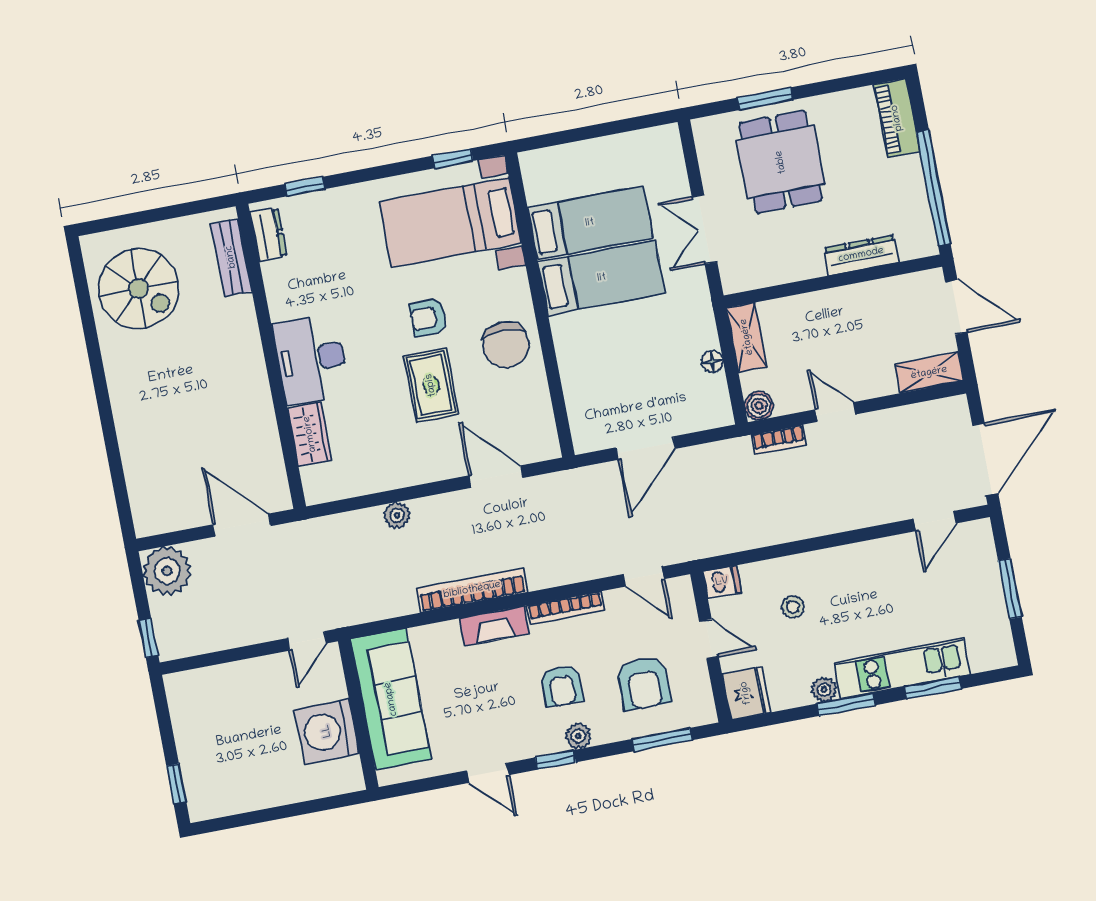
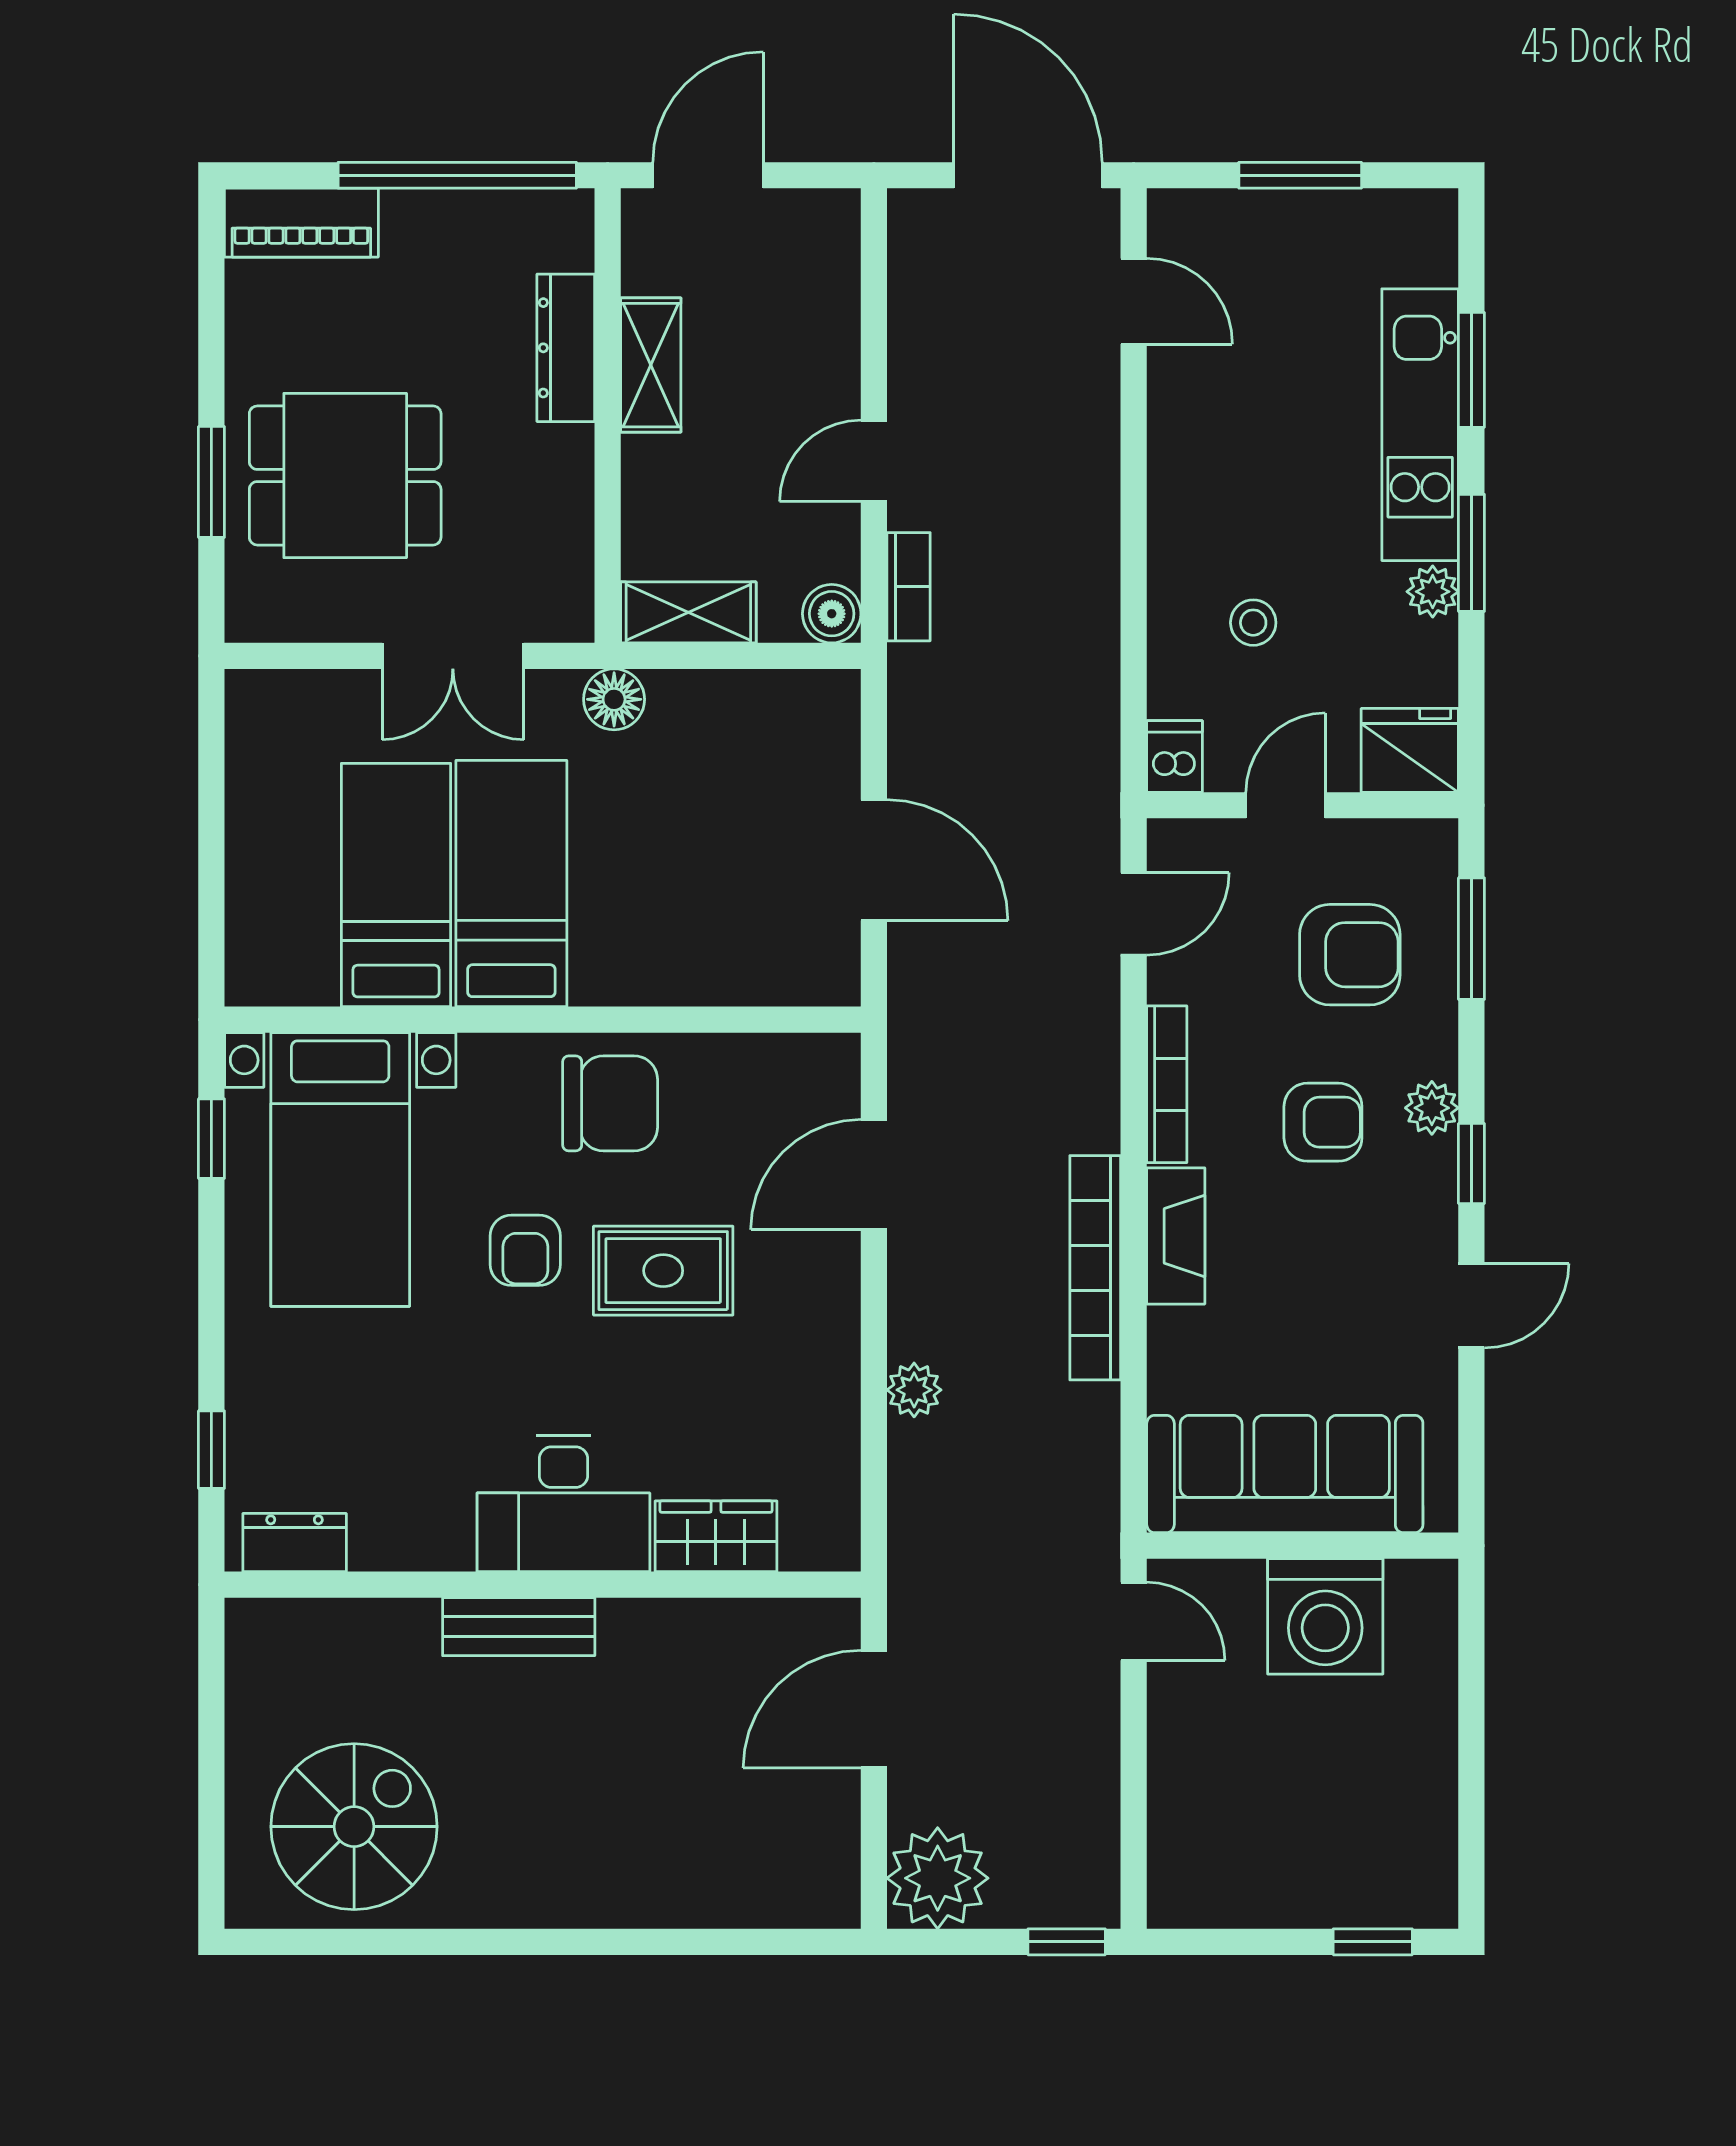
bench: (231, 257) -> (519, 1627), moved
floor lamp: (712, 361) -> (614, 699), moved, width x1.37, depth x1.37
shelving: (929, 373) -> (651, 365), moved

